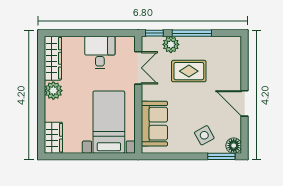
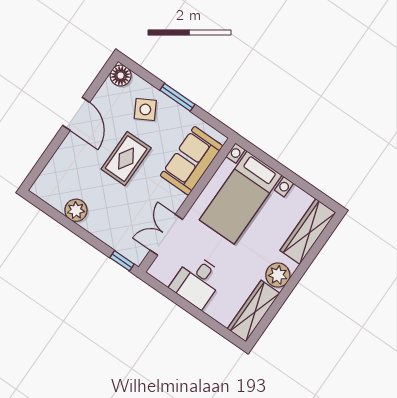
window: (192, 33) -> (80, 232), removed
plant: (171, 44) -> (76, 210), moved
rug: (189, 71) -> (126, 159), moved, turned 90
wardrobe: (53, 138) -> (308, 231), width x1.50
window: (221, 156) -> (177, 97), moved

